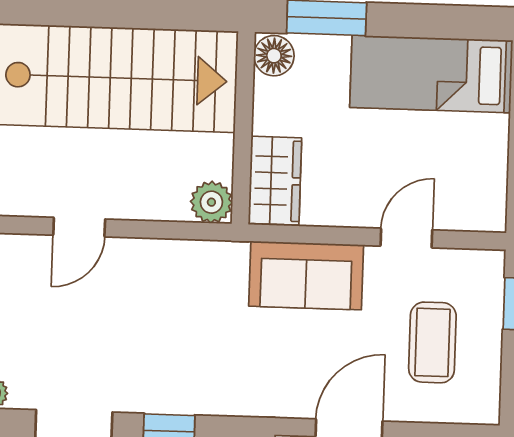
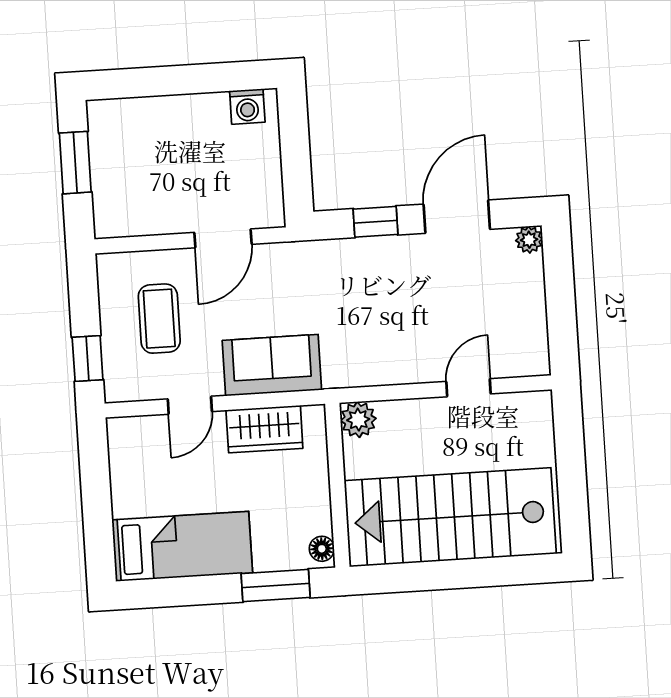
floor lamp: (274, 56) -> (322, 549), width x0.73, depth x0.73
wardrobe: (275, 181) -> (264, 429), moved, turned -90

